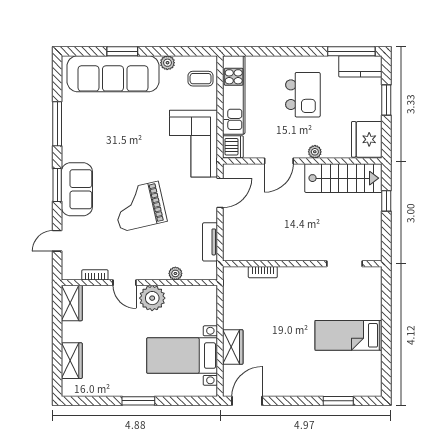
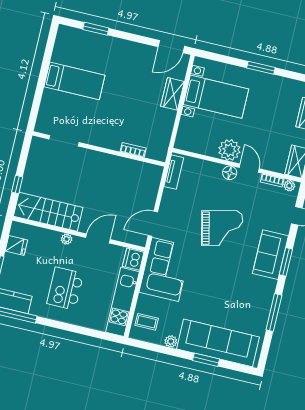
fridge: (367, 139) -> (16, 245), width x0.53, depth x0.75
tv unit: (210, 242) -> (174, 172), moved
floor lamp: (146, 272) -> (230, 173), added
plant: (175, 273) -> (289, 186), moved

